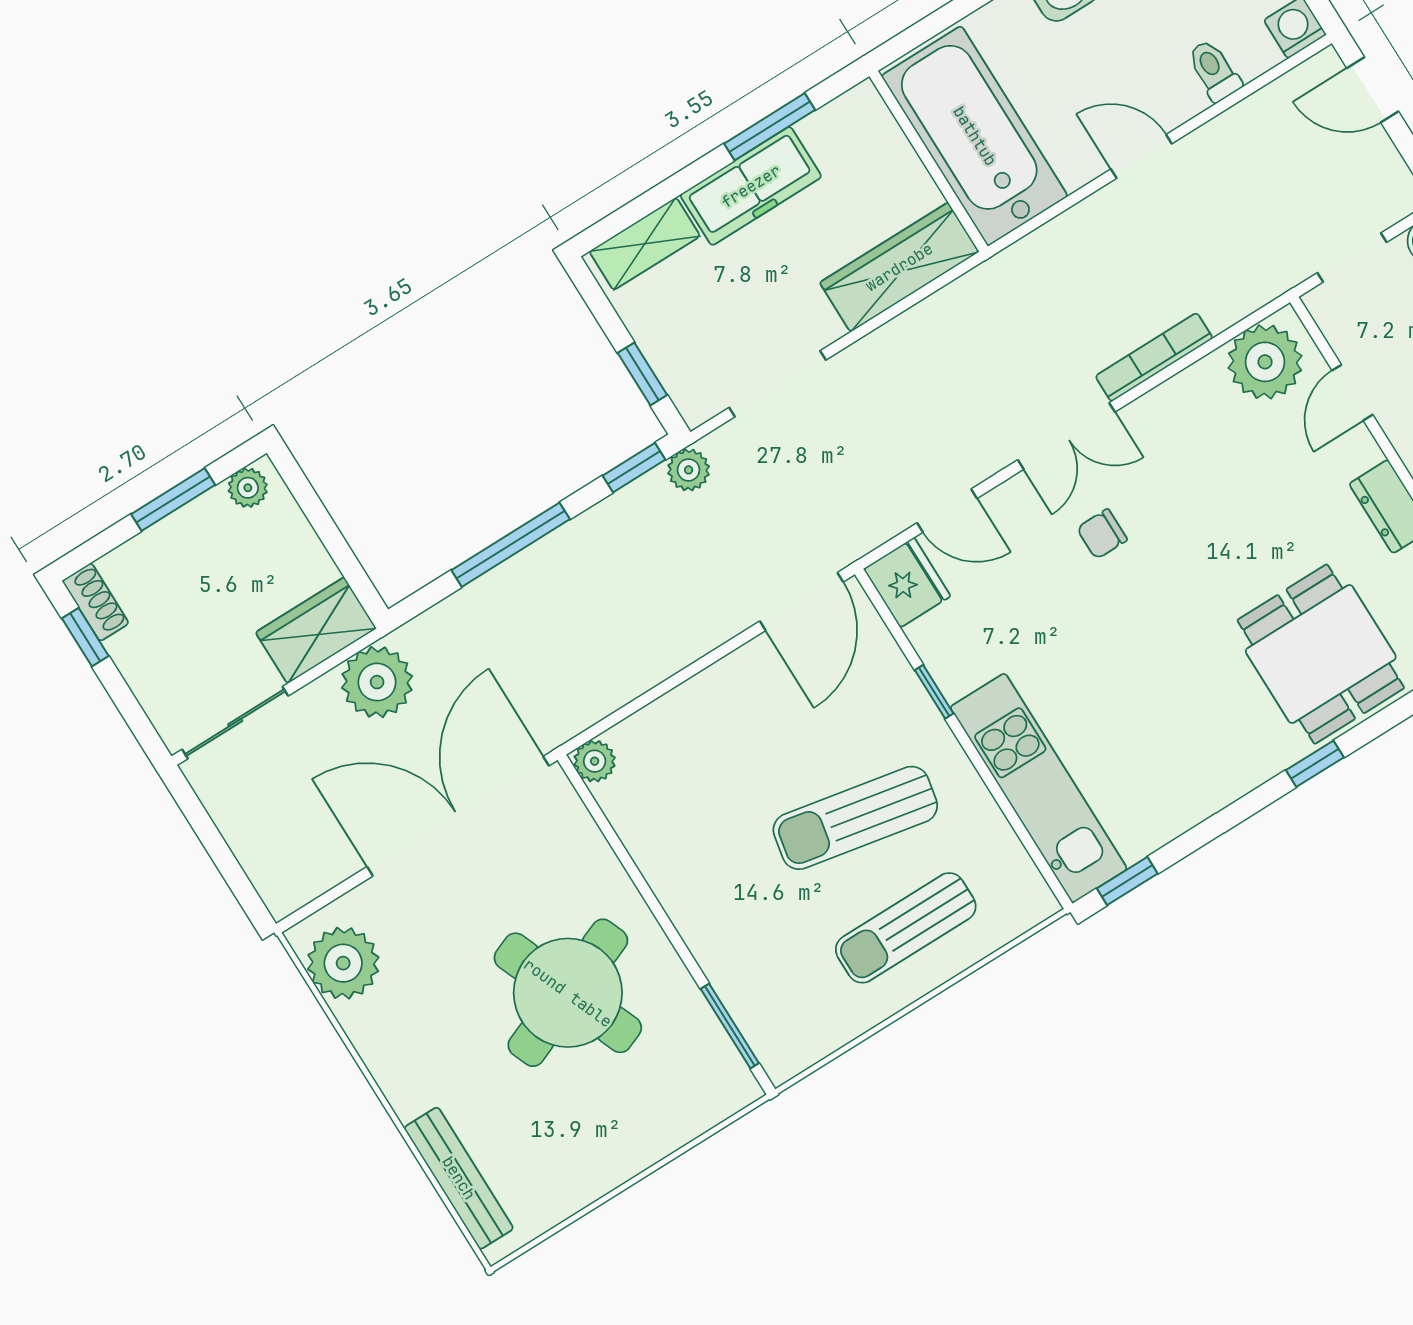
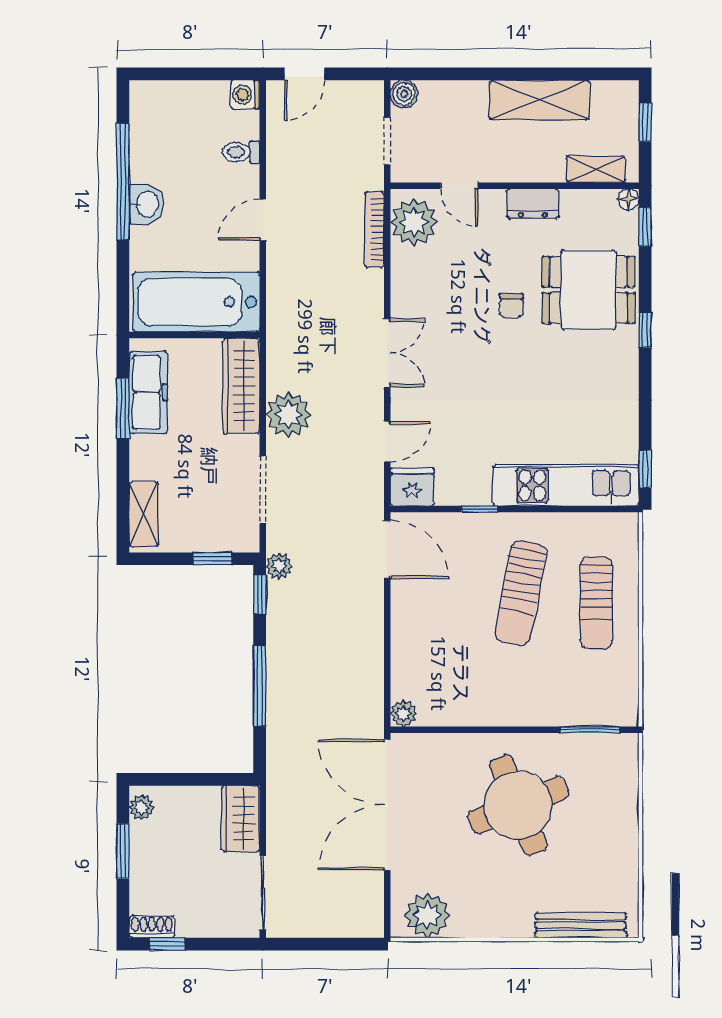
freezer: (751, 186) -> (148, 392), moved
bookcase: (1154, 357) -> (374, 229), moved
chair: (1102, 534) -> (511, 305), moved
plant: (377, 682) -> (288, 414), moved

